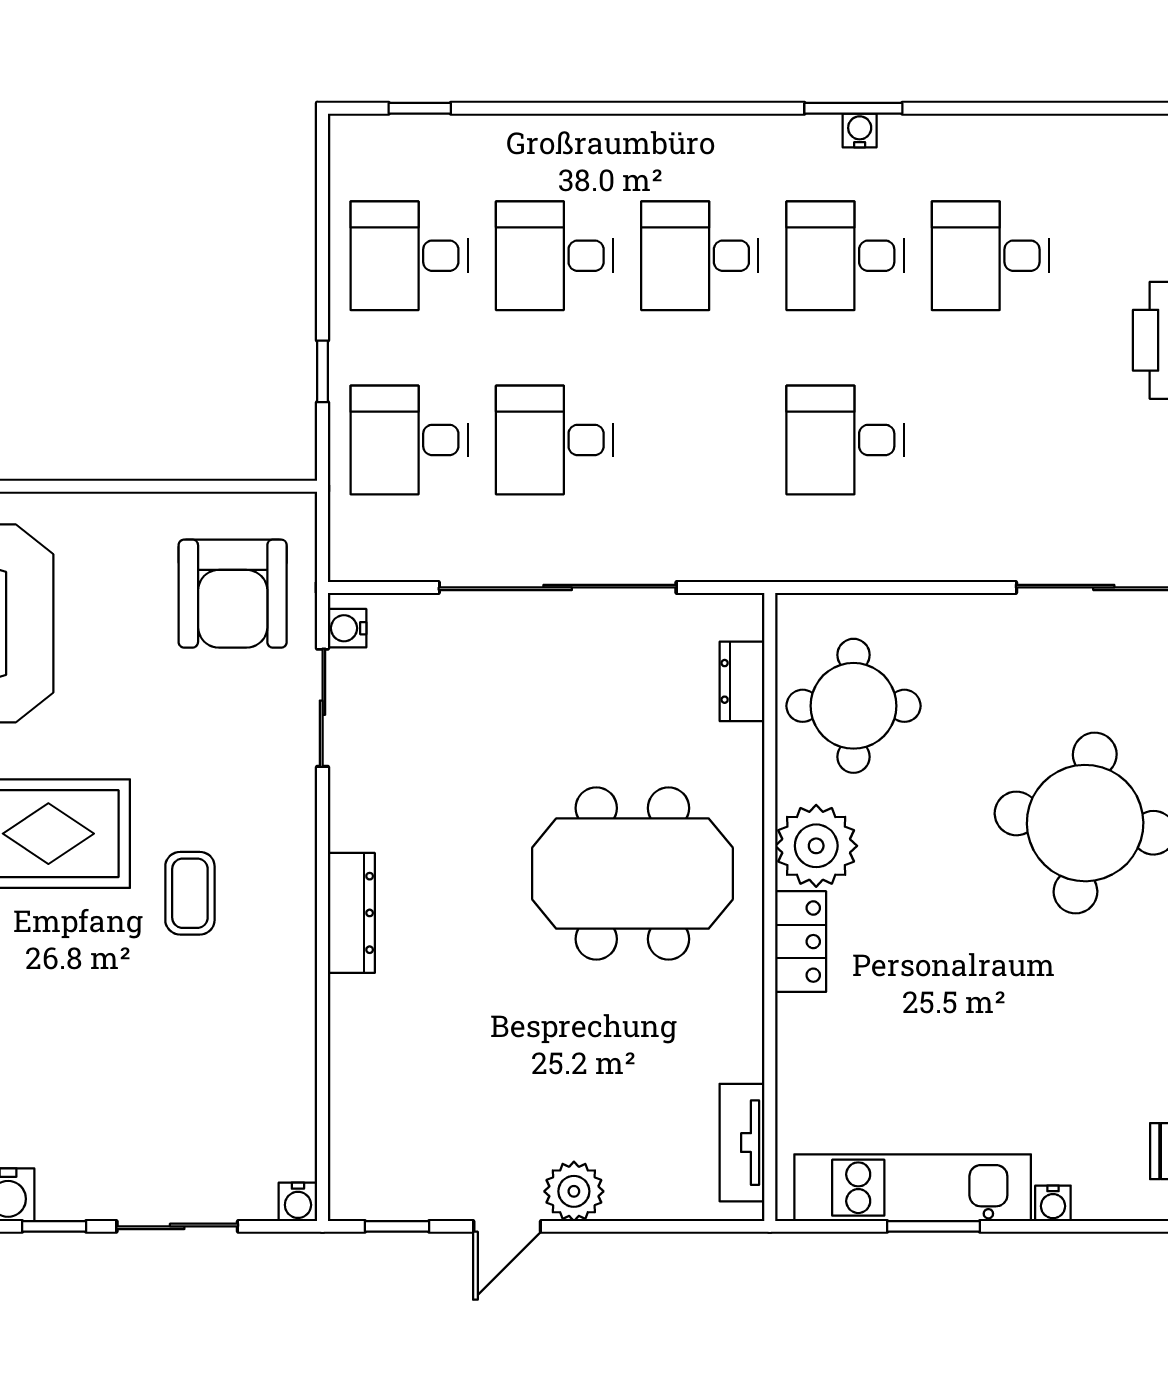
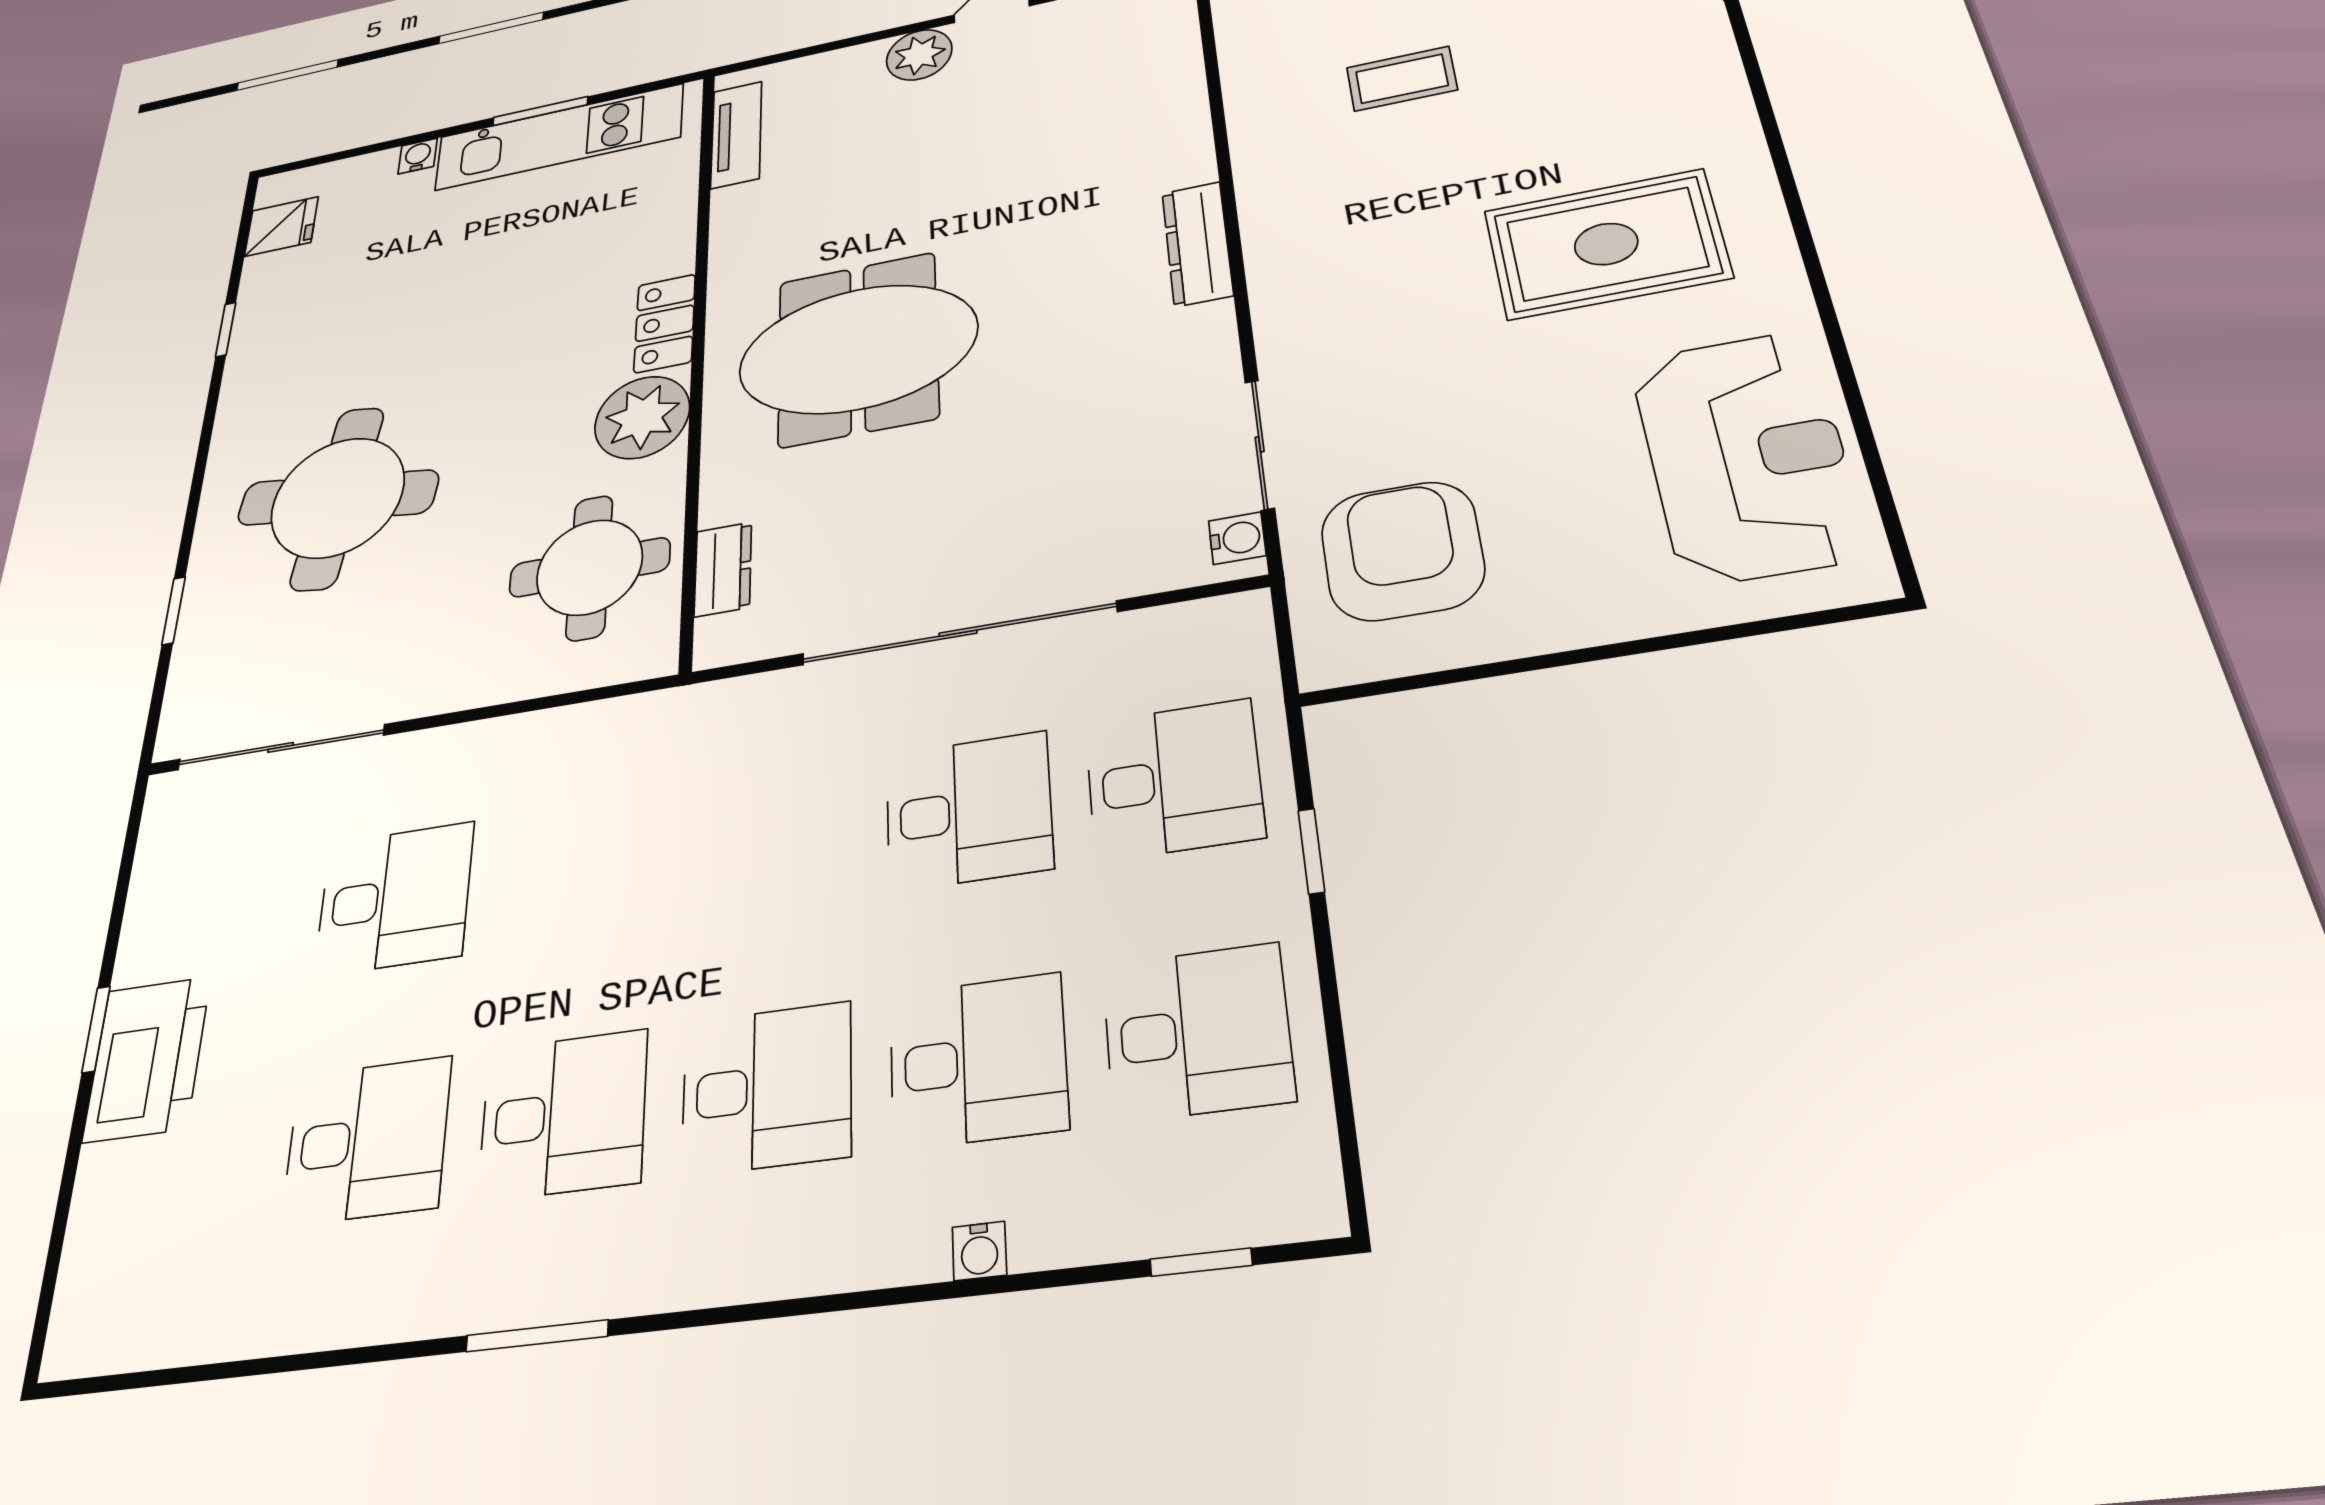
water cooler: (860, 131) -> (979, 1251), moved
desk: (845, 440) -> (395, 899), moved
coffee table: (190, 893) -> (1402, 79), moved, turned 90

